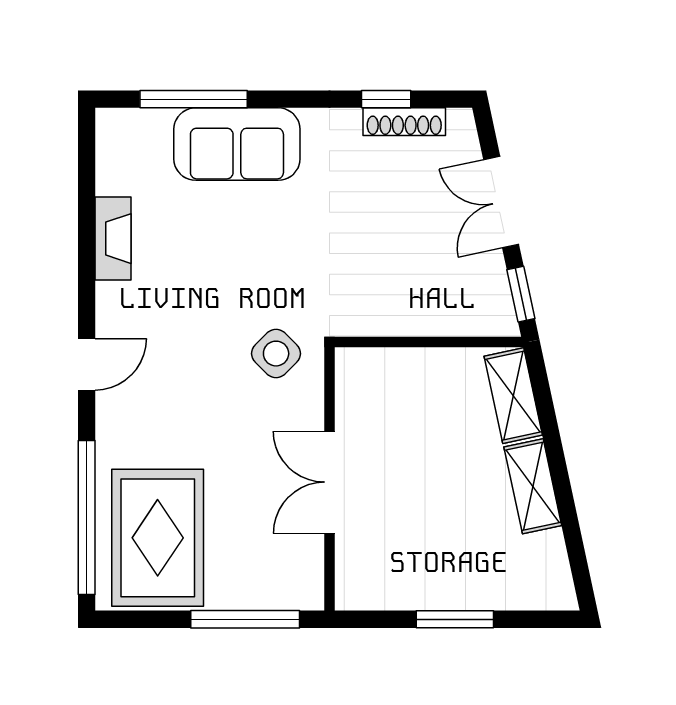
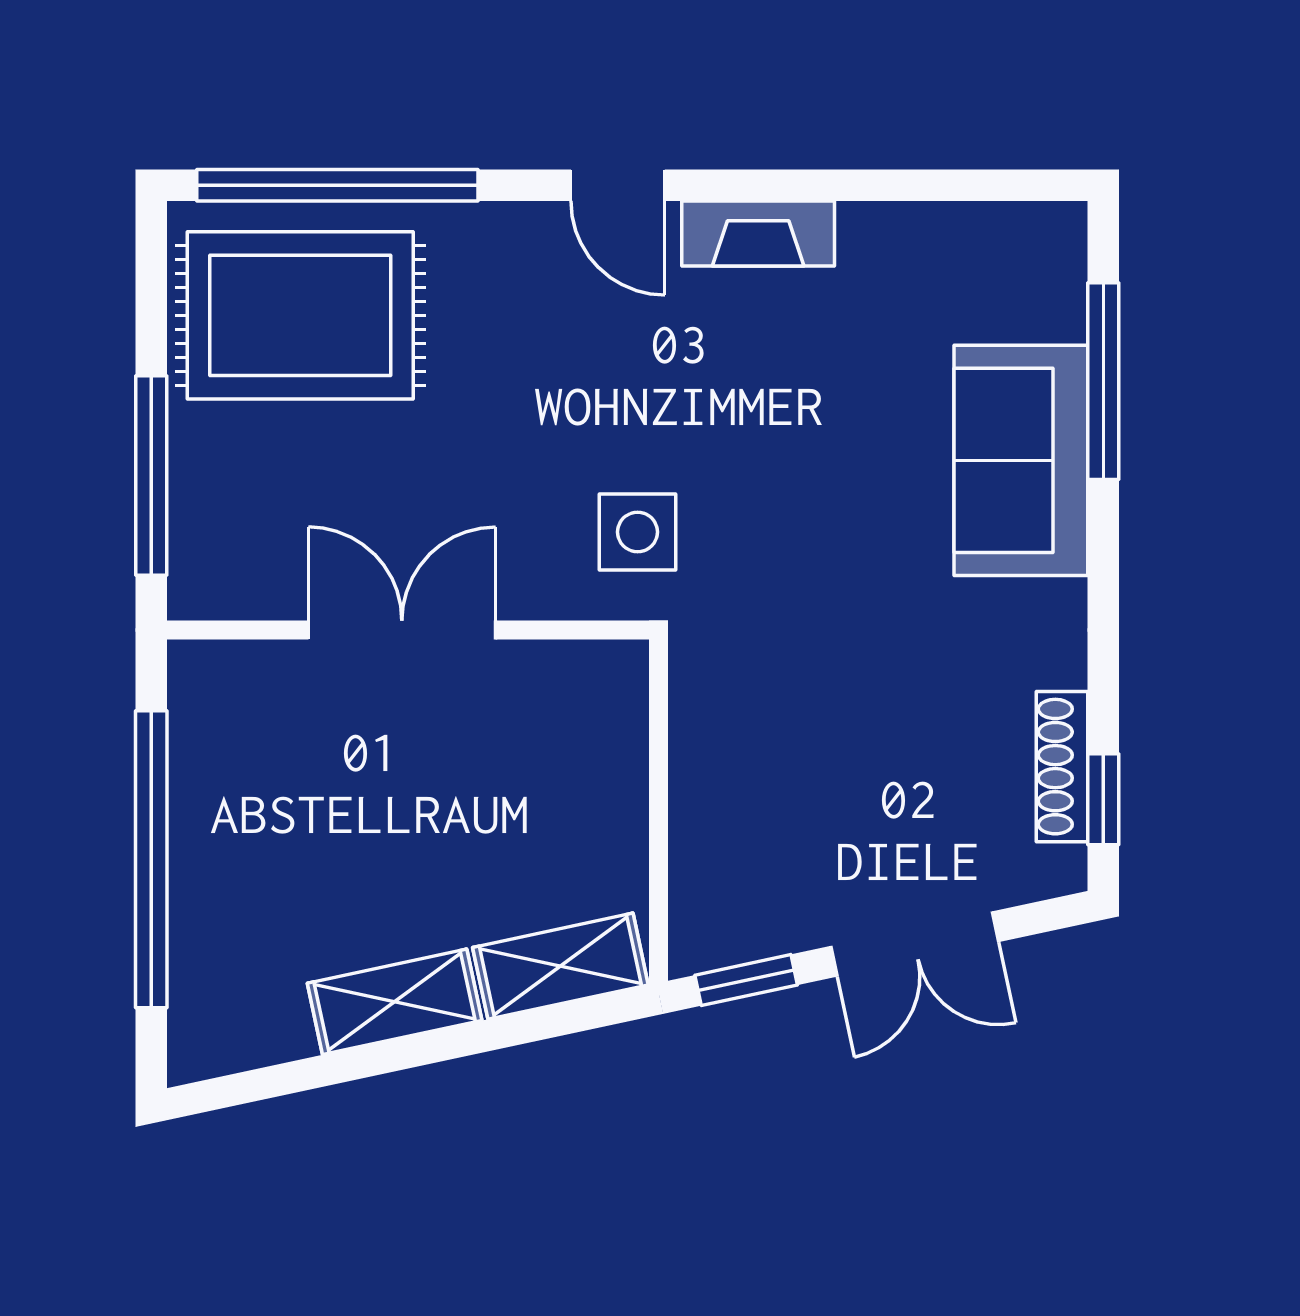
window: (386, 99) -> (1103, 799), moved
double door: (501, 202) -> (915, 944), swing flipped
fireplace: (113, 239) -> (758, 234), moved
side table: (276, 354) -> (638, 532), turned 45
window: (455, 619) -> (151, 859), width x2.11

